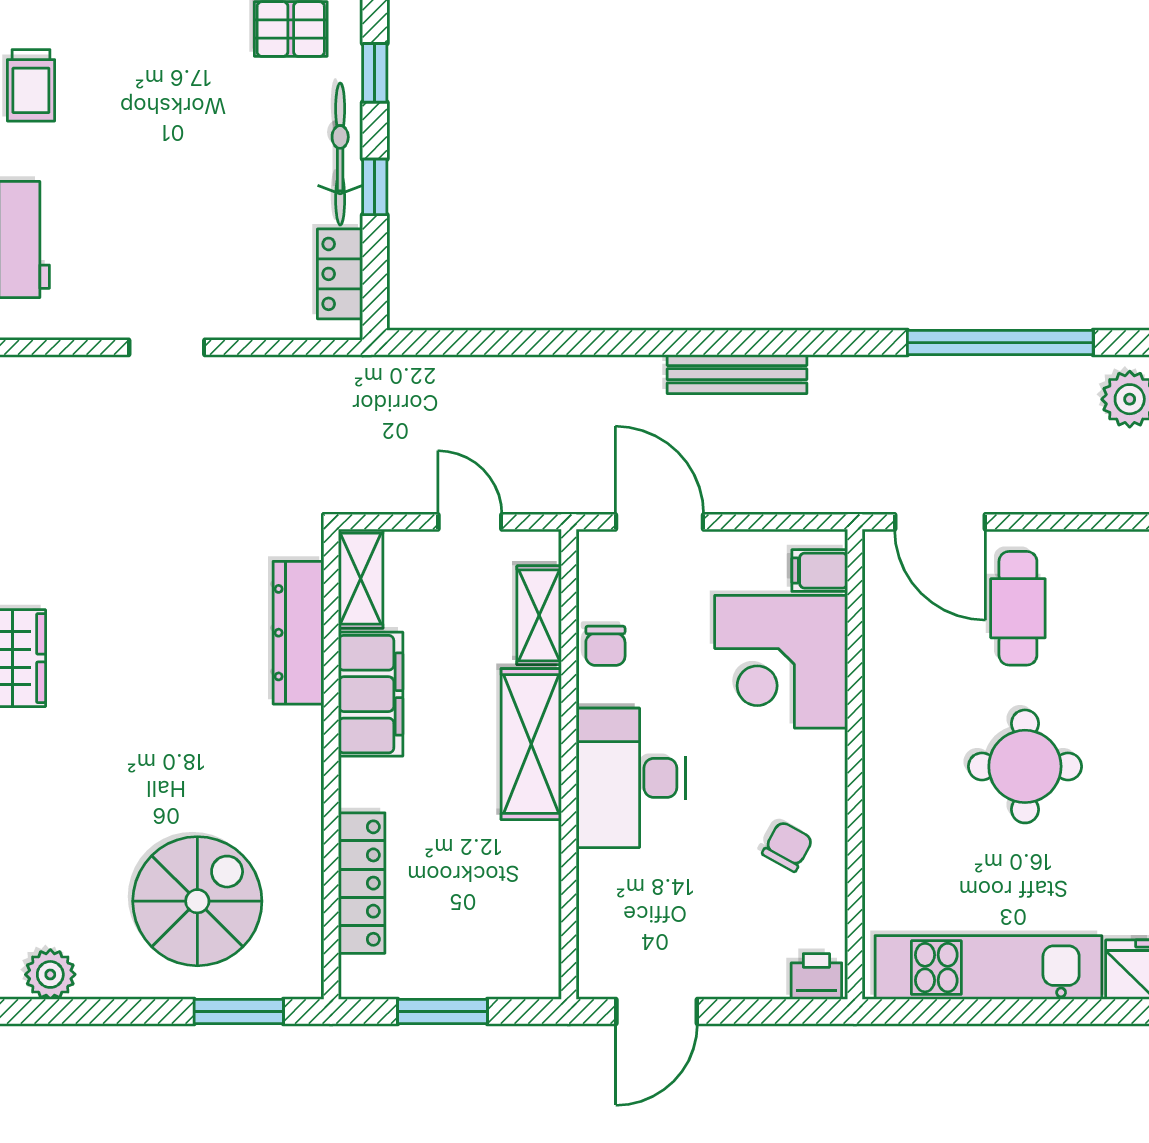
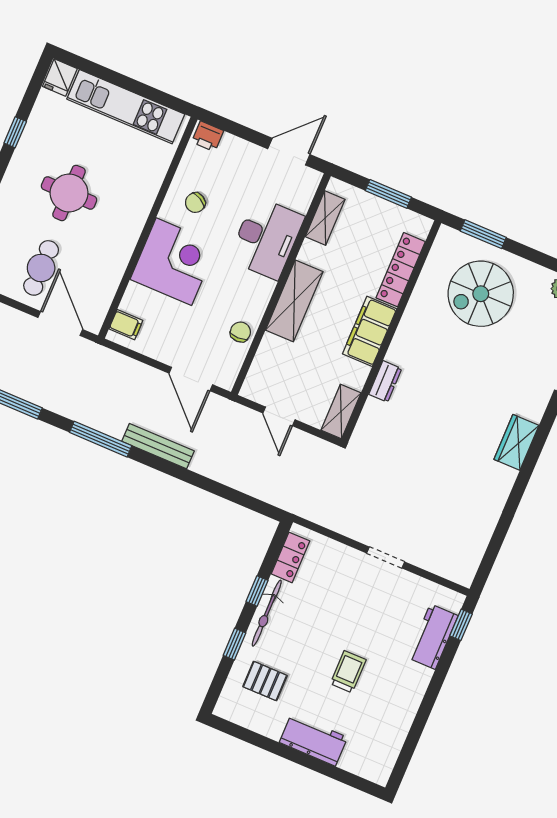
trolley: (31, 85) -> (348, 672), moved
window: (777, 343) -> (101, 439), added
bench: (737, 374) -> (158, 446), moved
shelving: (539, 615) -> (325, 218), moved
dresser: (298, 633) -> (385, 381), width x0.51, depth x0.80
corner desk: (781, 662) -> (174, 262), moved
filing cabinet: (371, 694) -> (370, 331), moved
desk: (631, 778) -> (266, 238), moved

